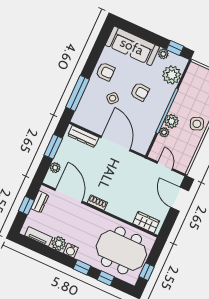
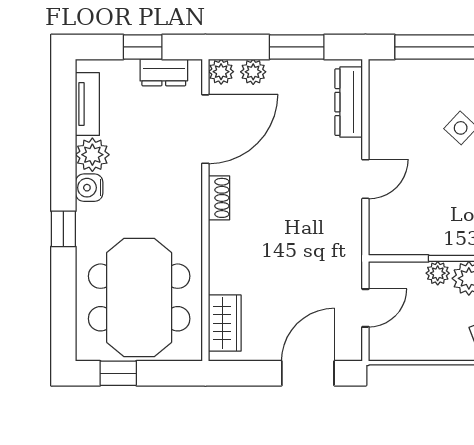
door: (116, 143) -> (365, 179), width x0.53
plant: (49, 180) -> (221, 72), added
window: (106, 278) -> (63, 291), removed

